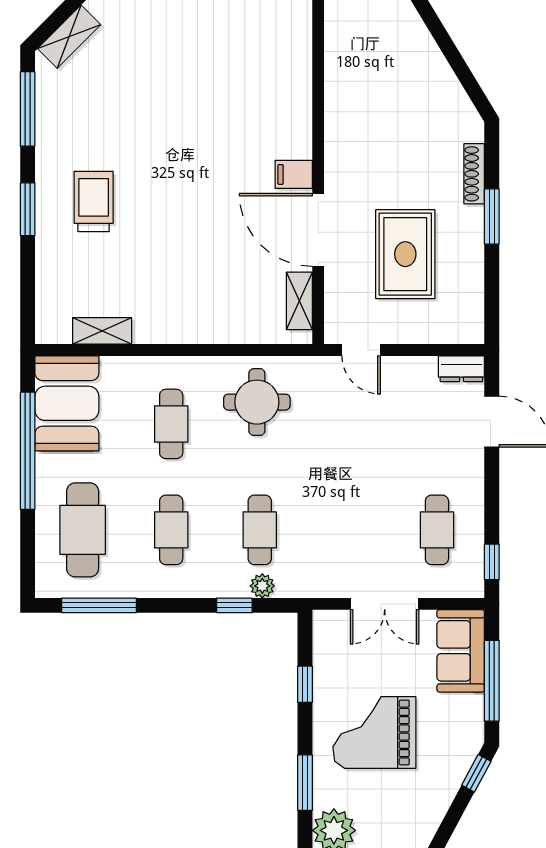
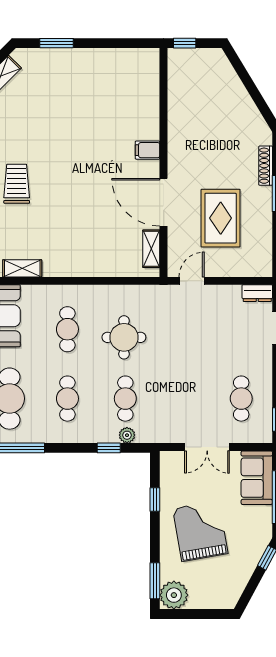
filing cabinet: (294, 174) -> (148, 150), moved
door: (361, 350) -> (192, 281), swing flipped
round table: (257, 402) -> (124, 337), moved
grand piano: (374, 732) -> (200, 531), turned 80
window: (305, 783) -> (155, 581), moved

